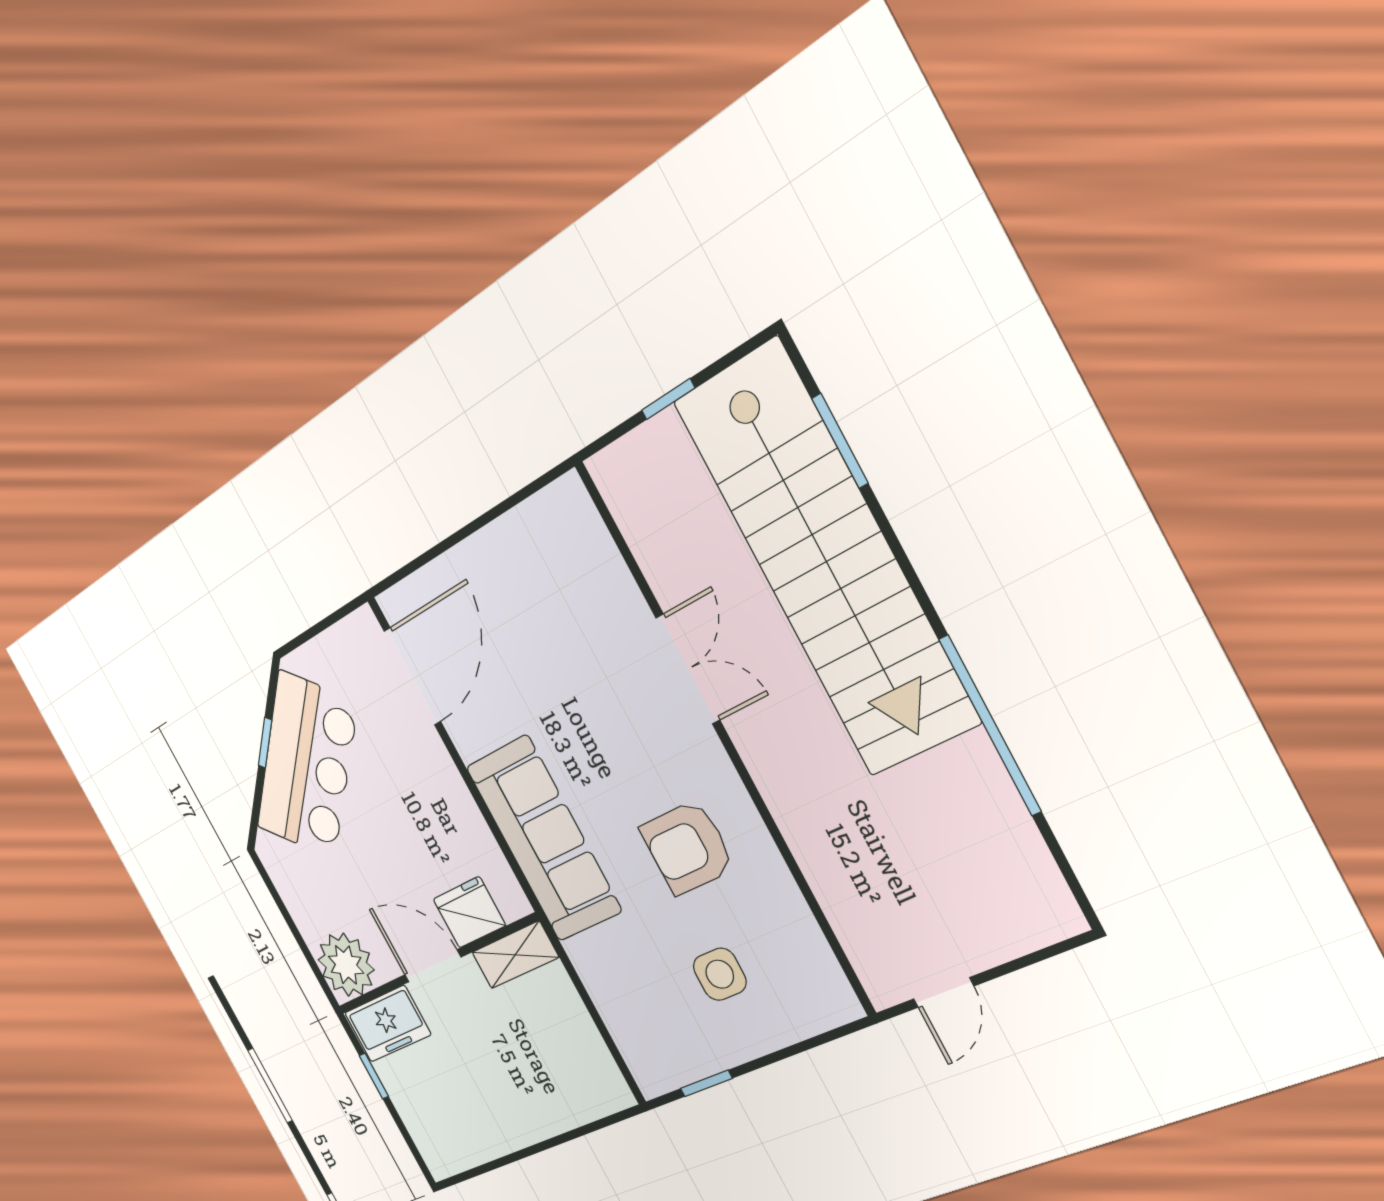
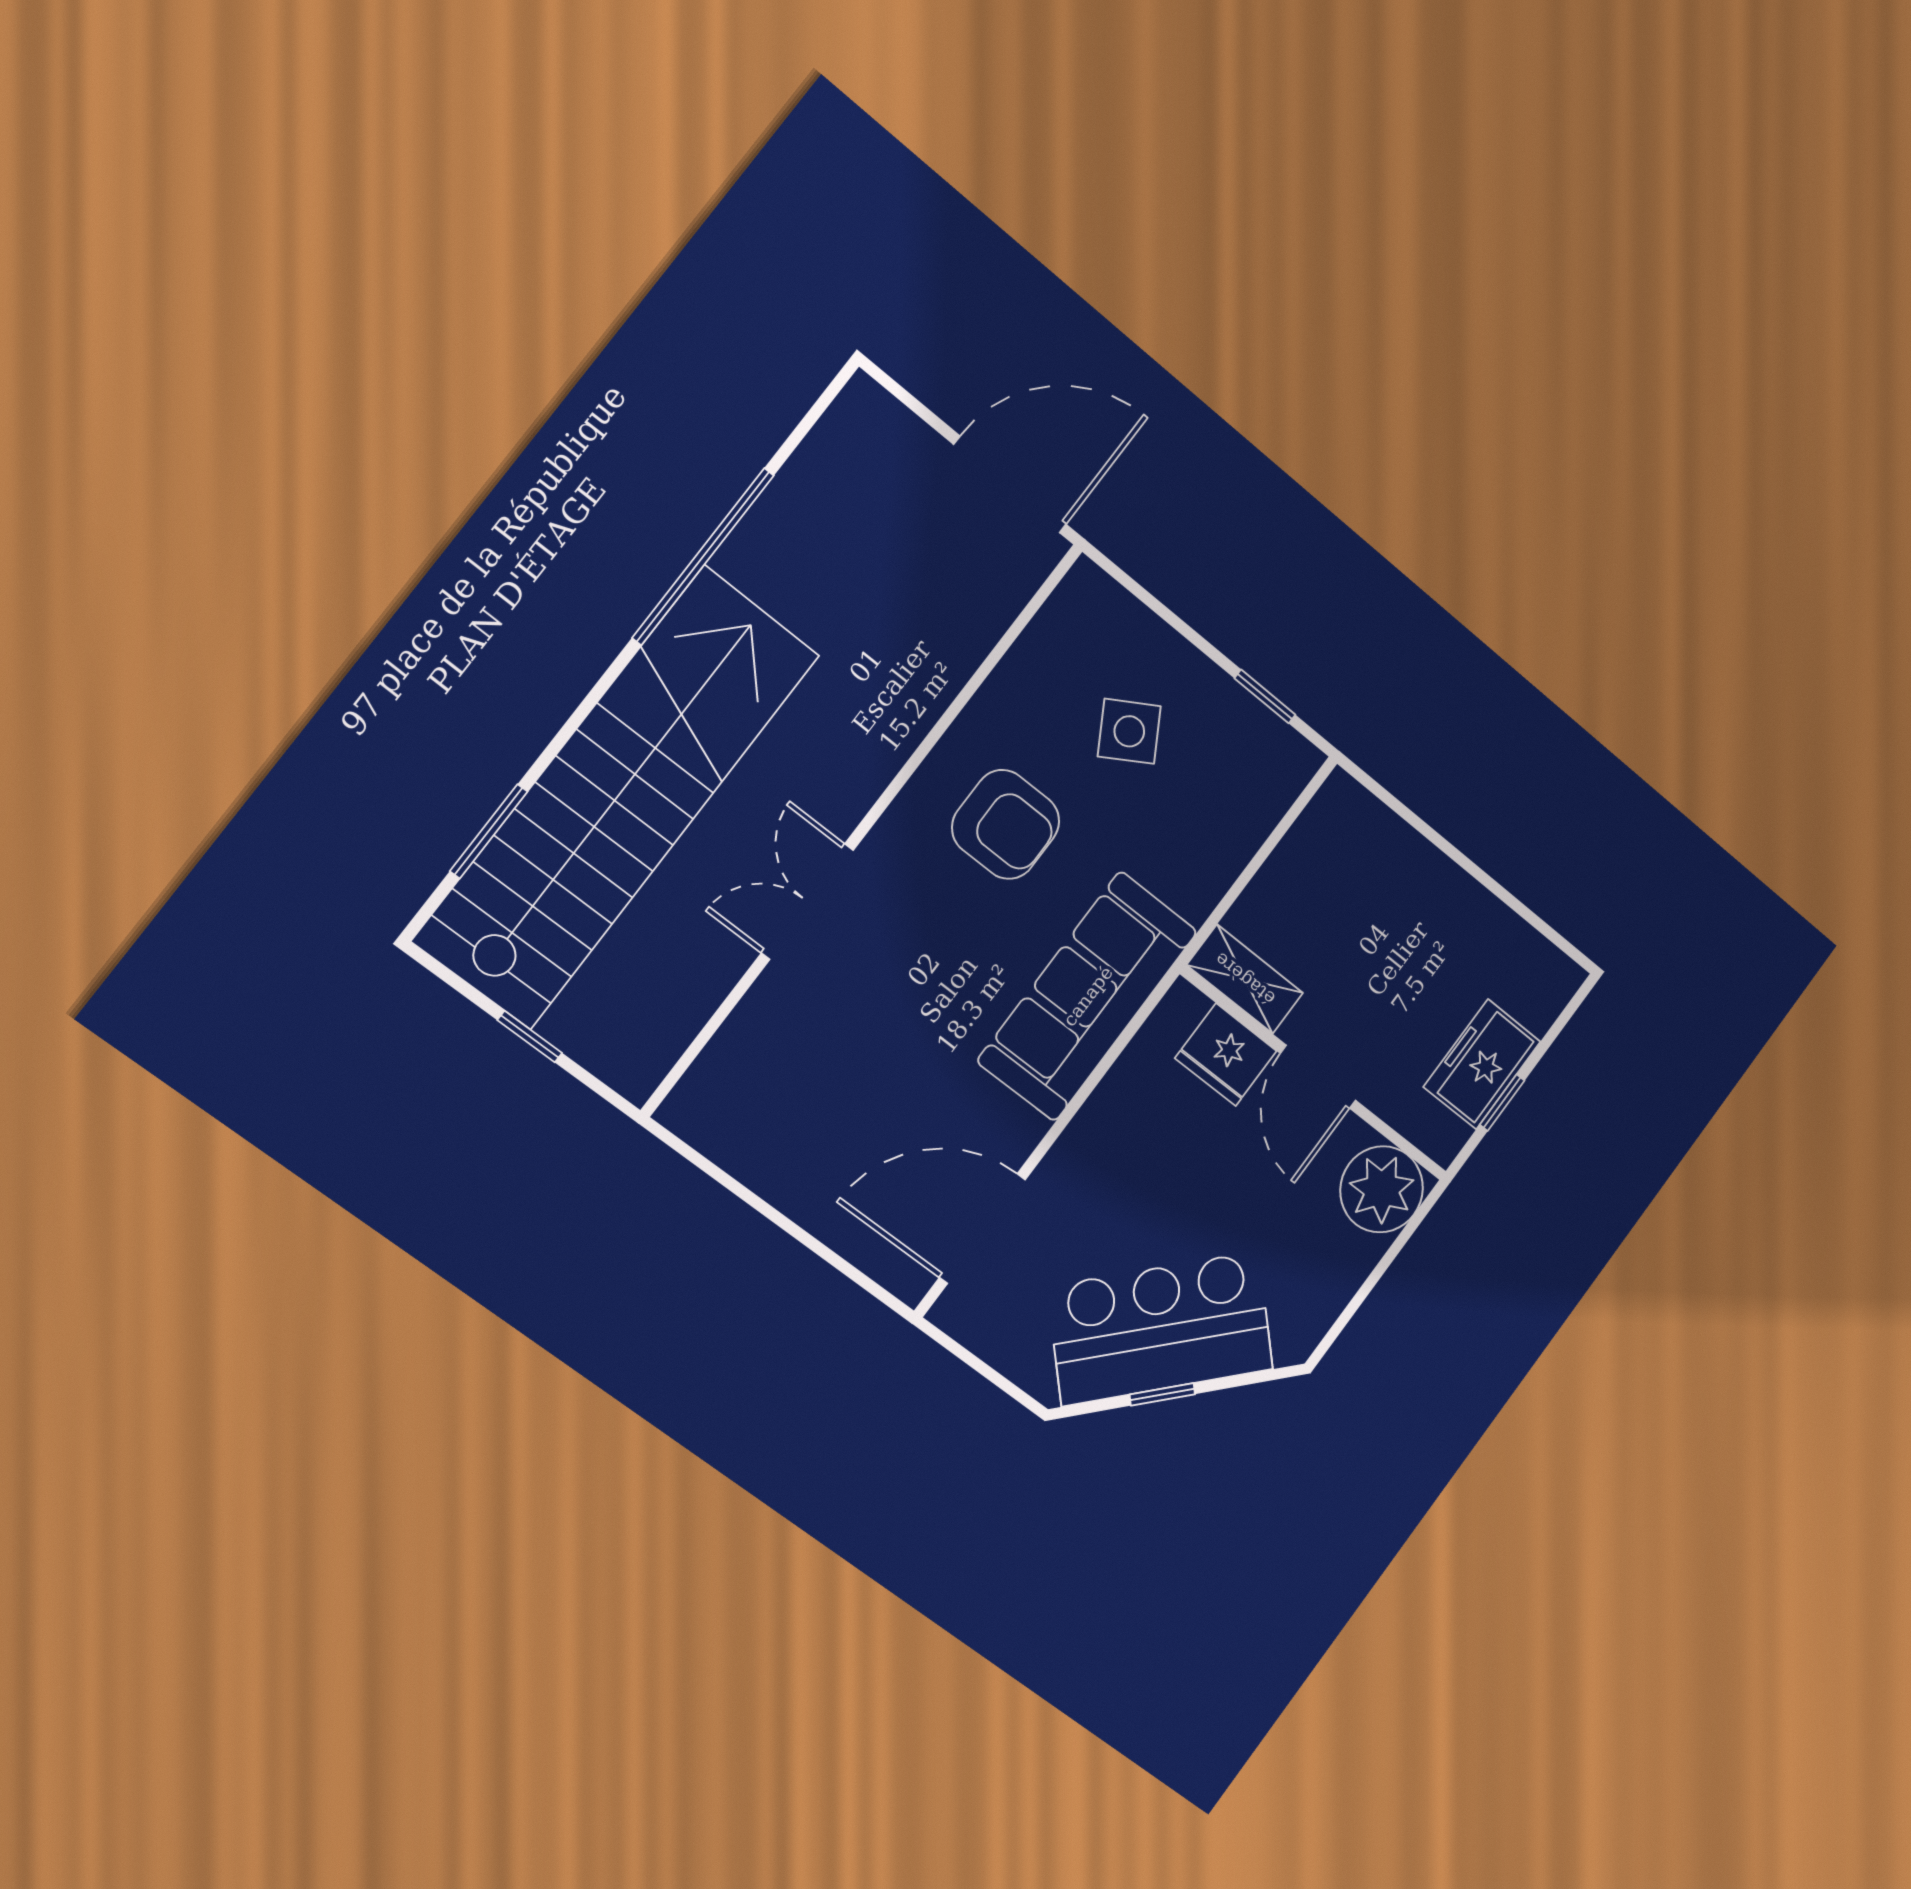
side table: (720, 974) -> (1129, 731), turned -31
door: (944, 992) -> (1010, 485), width x1.87
freezer: (388, 1024) -> (1482, 1064), moved, turned -90

